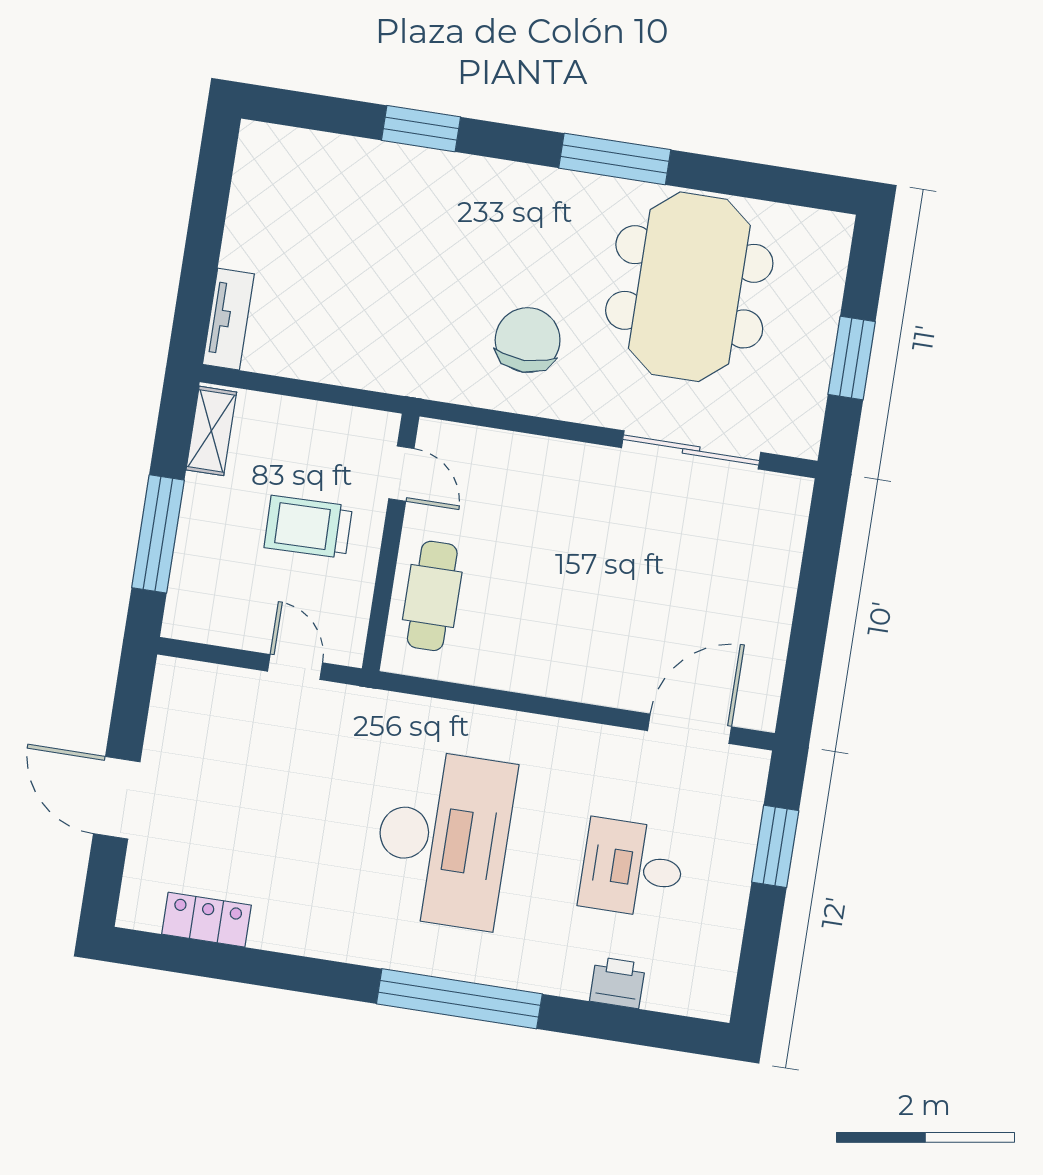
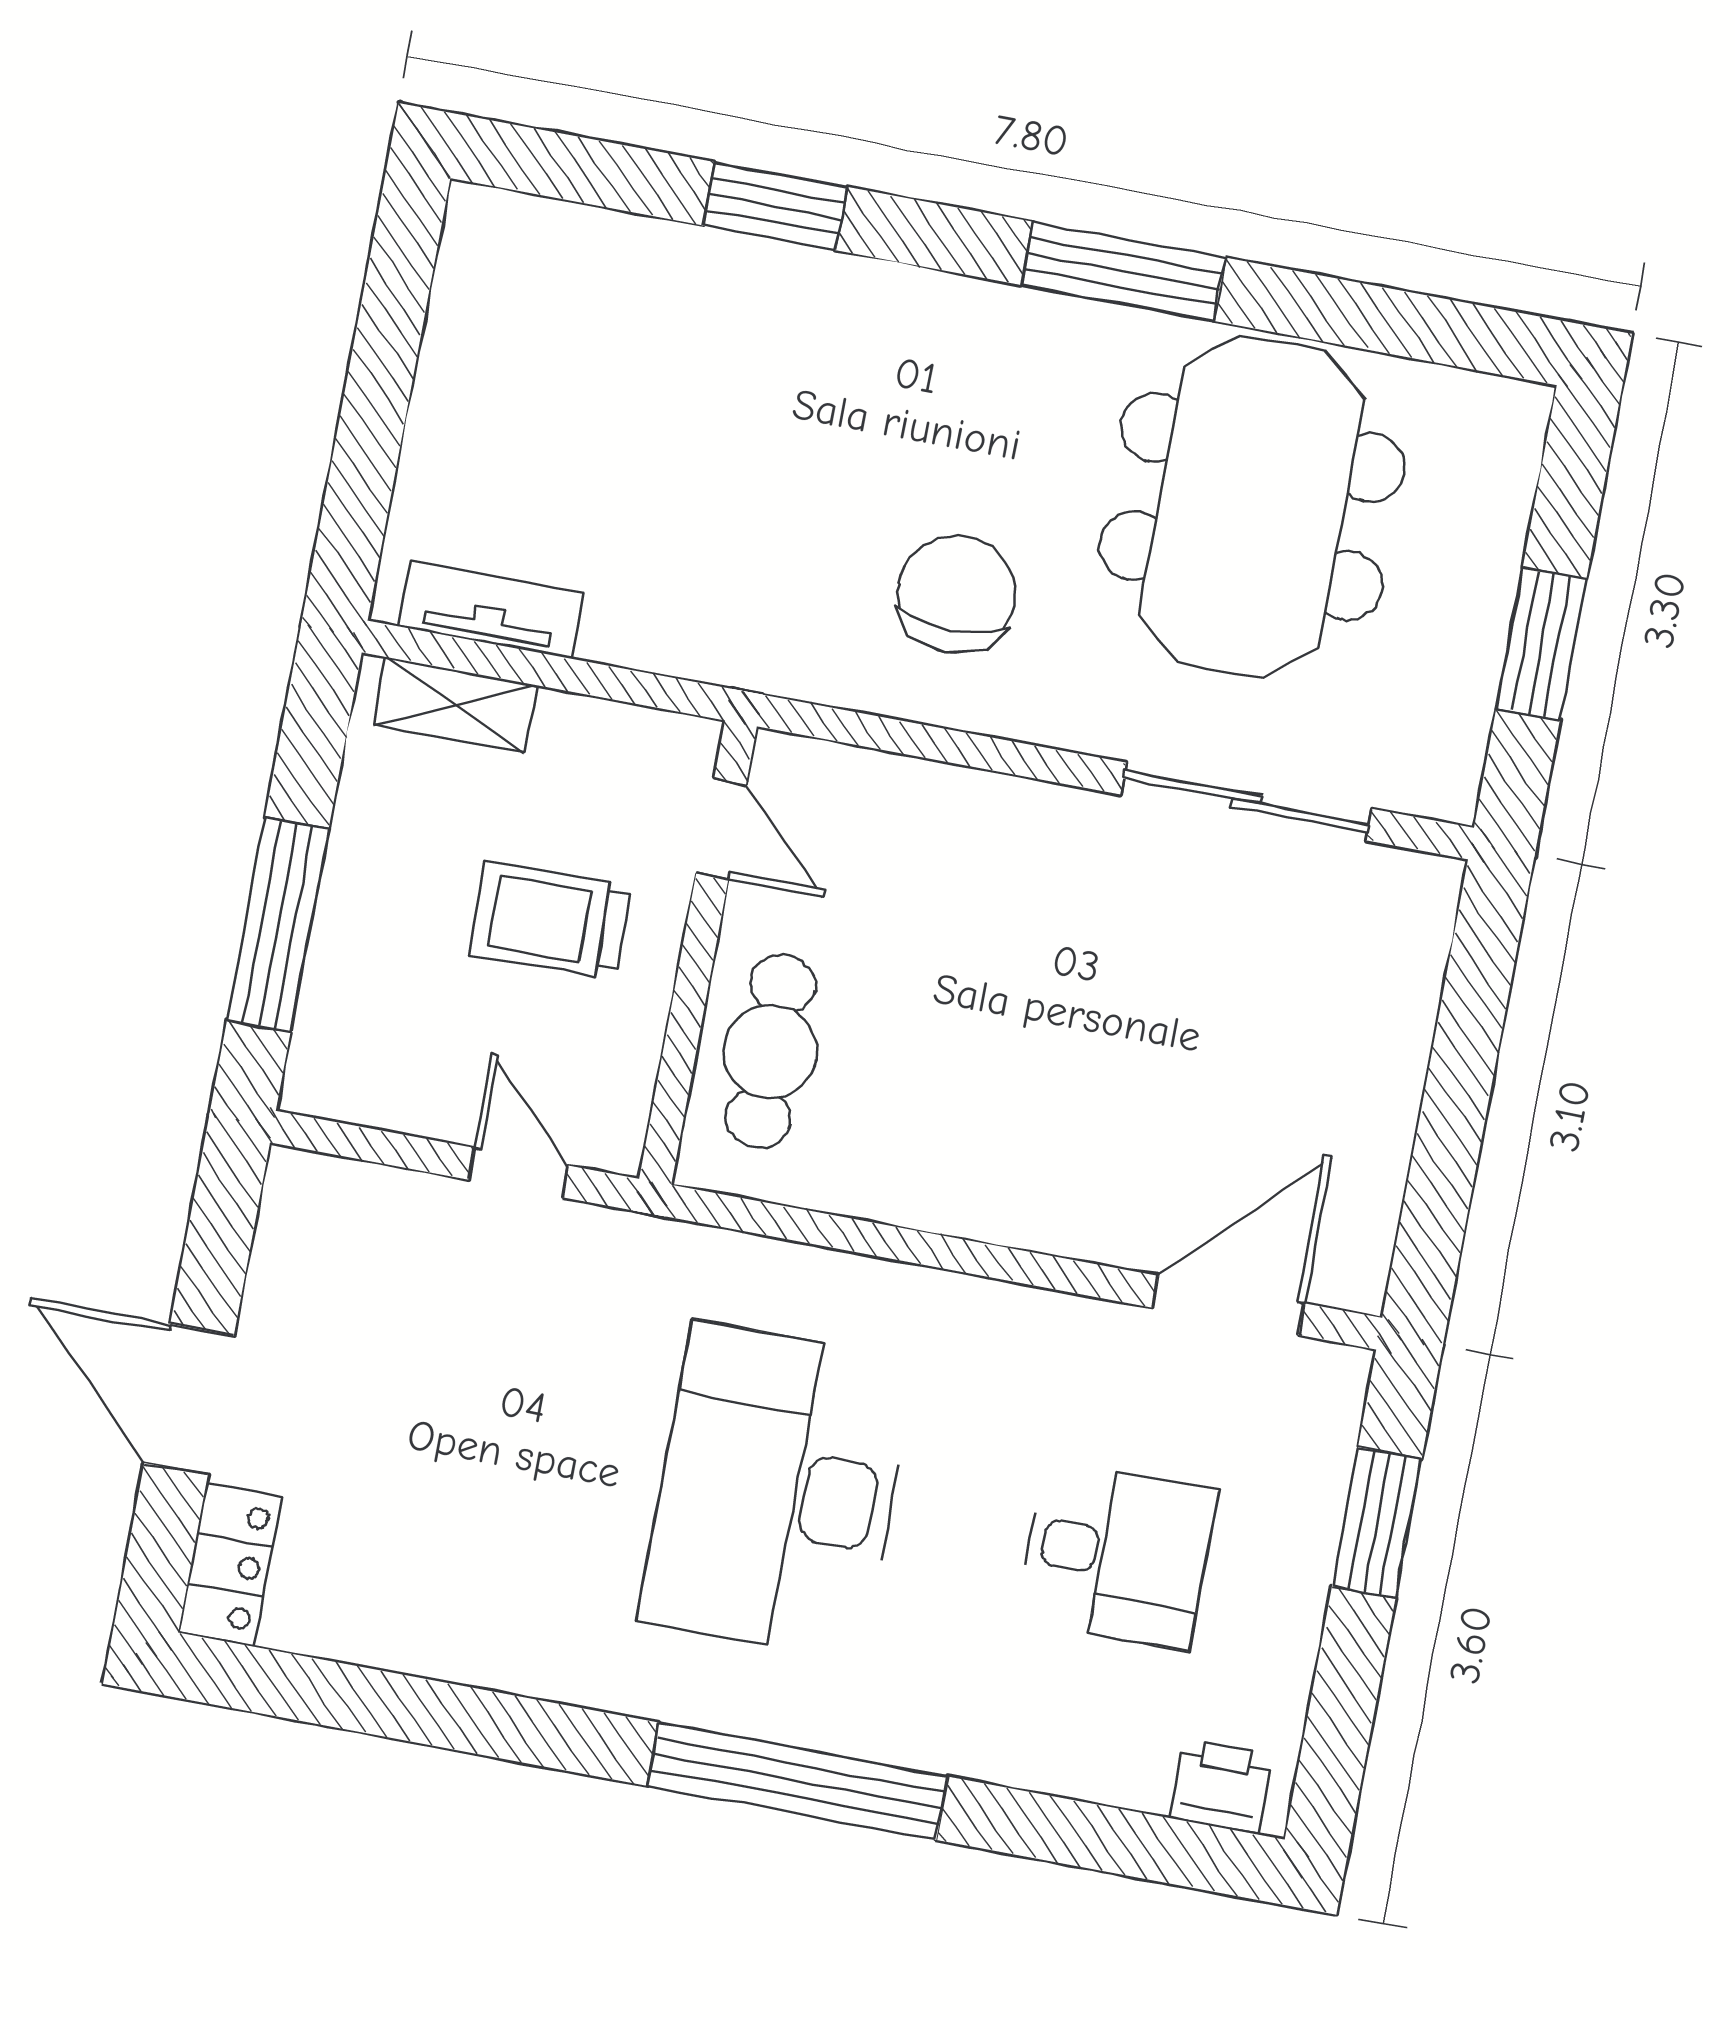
tv unit: (228, 319) -> (490, 609), moved, turned -90
shelving: (211, 431) -> (455, 705), moved, turned 90
desk: (443, 839) -> (777, 1491), turned 180
desk: (632, 868) -> (1117, 1555), turned 180
locker: (207, 920) -> (230, 1565), moved, turned 90
printer: (617, 983) -> (1221, 1786), moved

